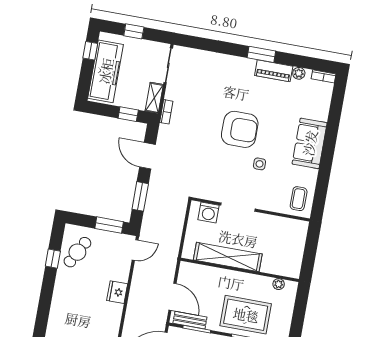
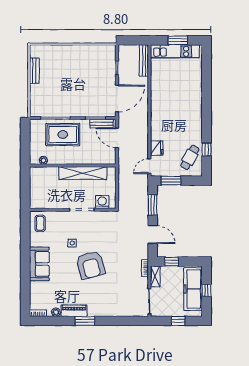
window: (90, 51) -> (207, 290), moved
armchair: (240, 129) -> (91, 265), turned -105
fridge: (117, 292) -> (157, 148), moved

